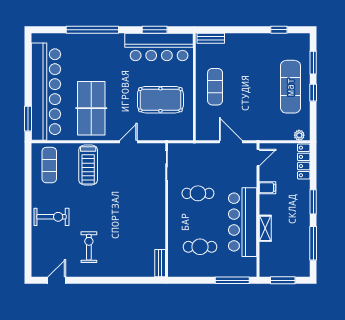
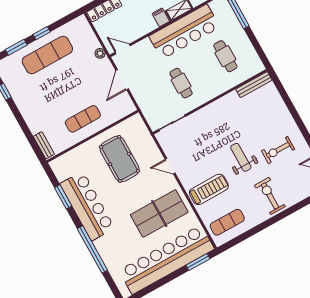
bar counter: (159, 47) -> (87, 206), moved
plant: (299, 135) -> (100, 53), moved
filing cabinet: (267, 188) -> (161, 17), moved
weight bench: (101, 210) -> (241, 157), added
bench: (160, 263) -> (254, 85), width x1.36

